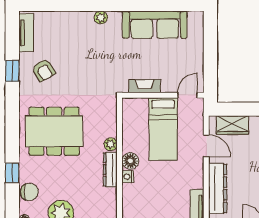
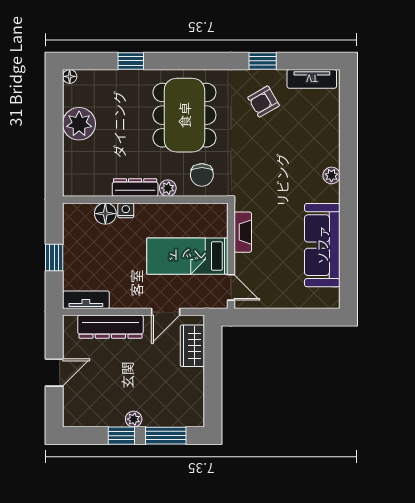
floor lamp: (130, 161) -> (105, 214), moved
chair: (29, 192) -> (202, 175), moved

